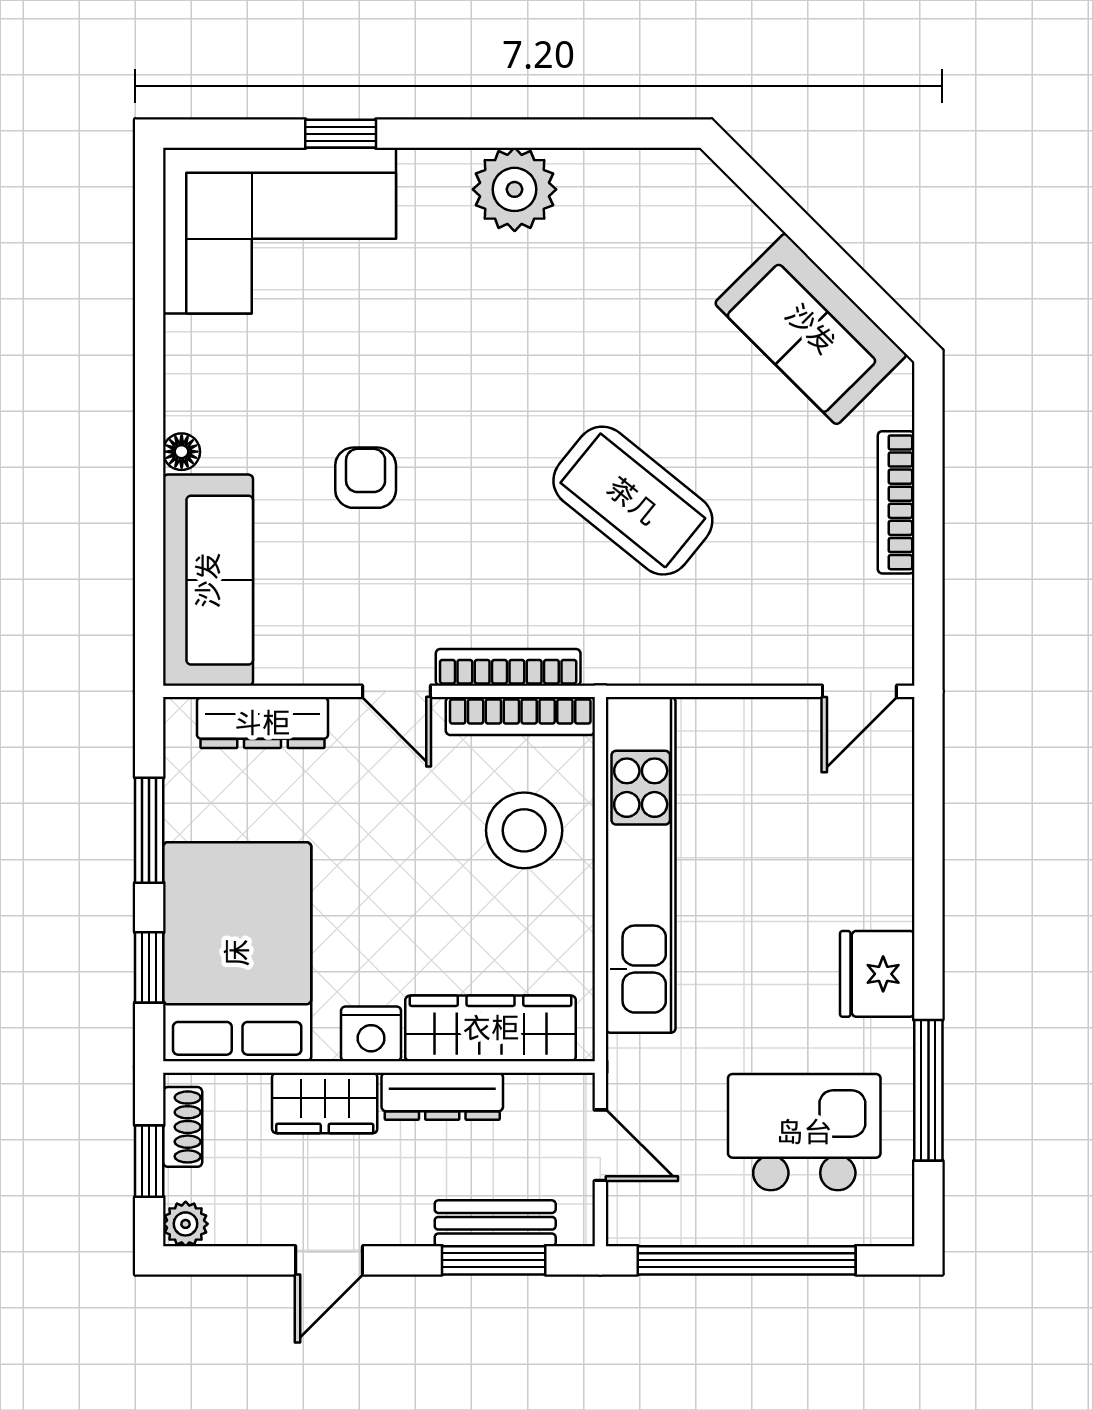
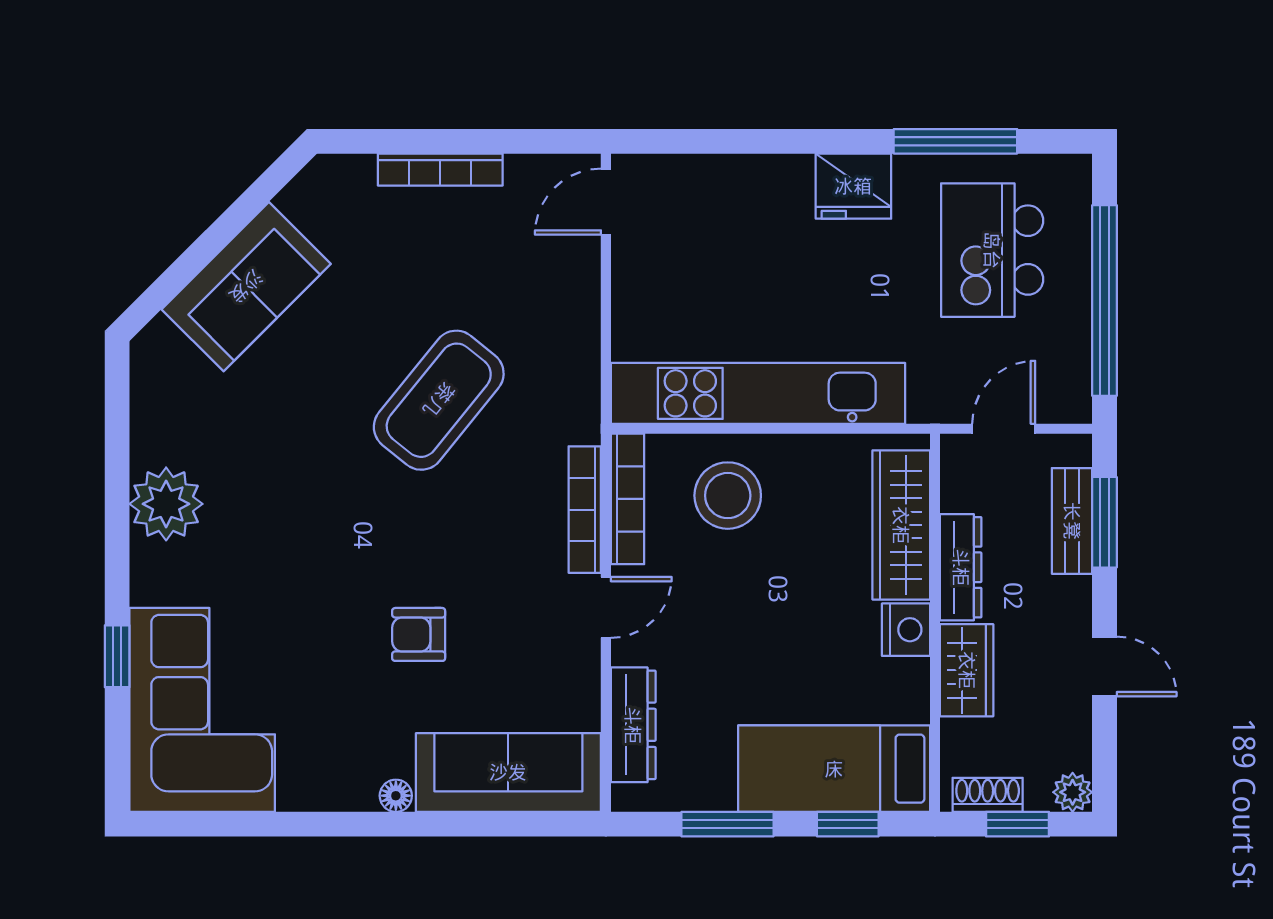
sofa: (811, 329) -> (246, 287), moved
door: (859, 691) -> (606, 202), swing flipped
bed: (237, 952) -> (834, 769), width x0.67

